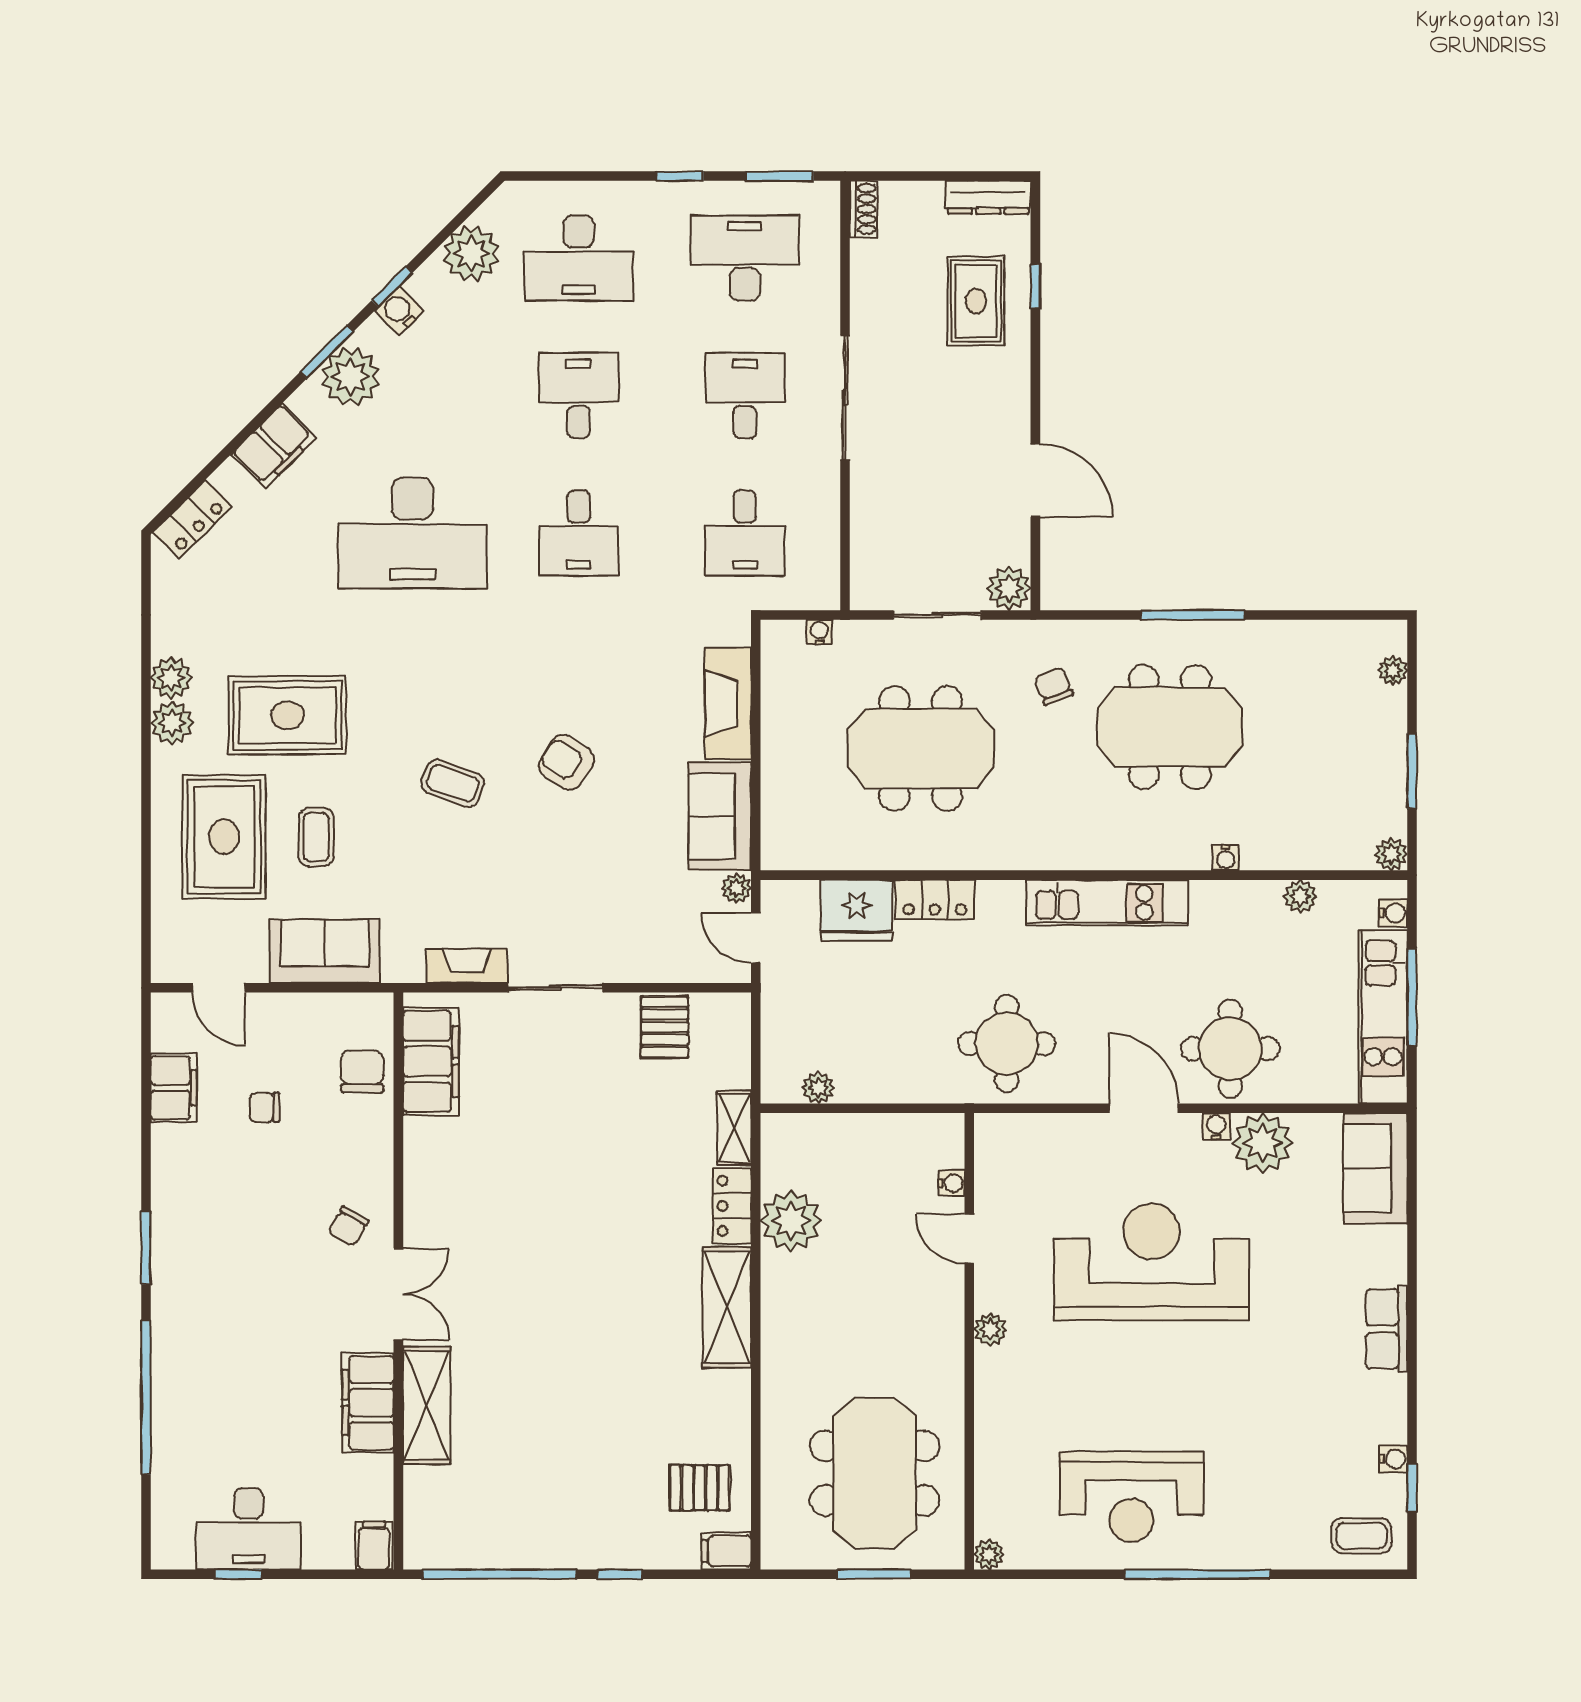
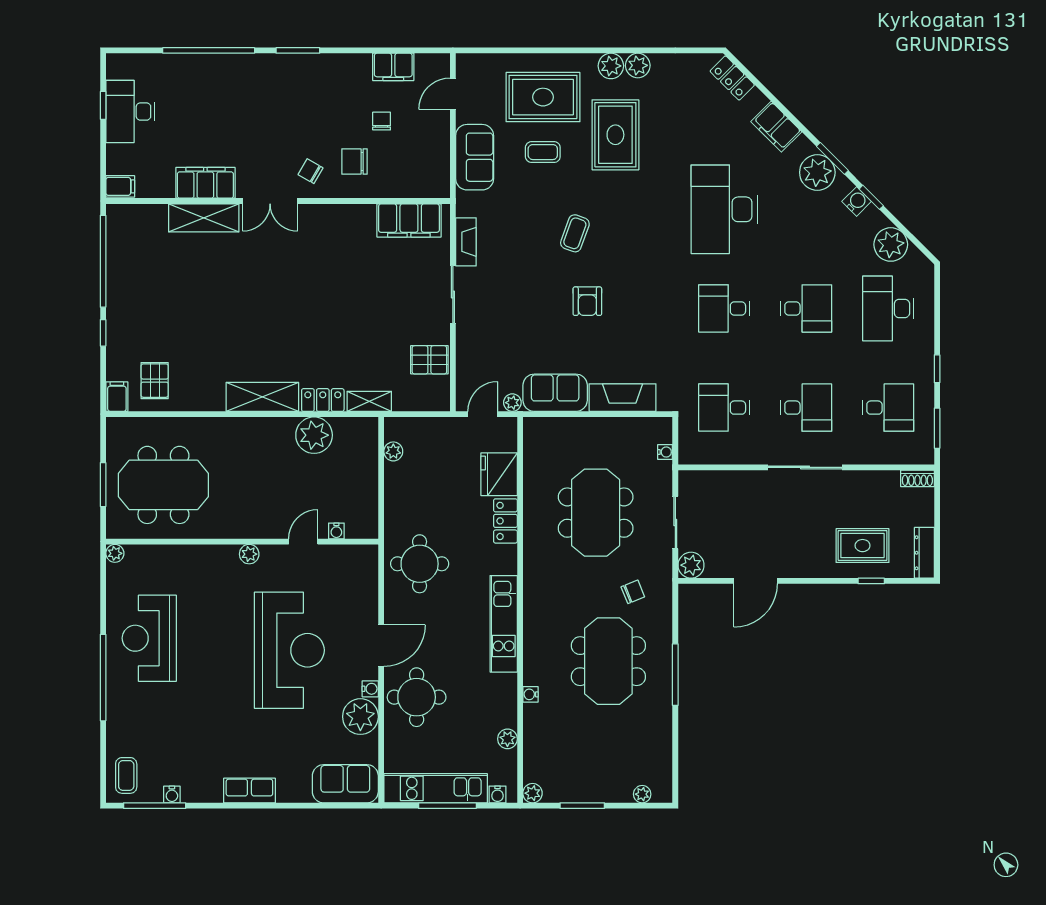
desk: (745, 258) -> (888, 408), width x0.73
armchair: (566, 762) -> (587, 301), turned 147
chair: (362, 1071) -> (354, 162), moved, turned 180
window: (1412, 1488) -> (155, 806), width x2.17

